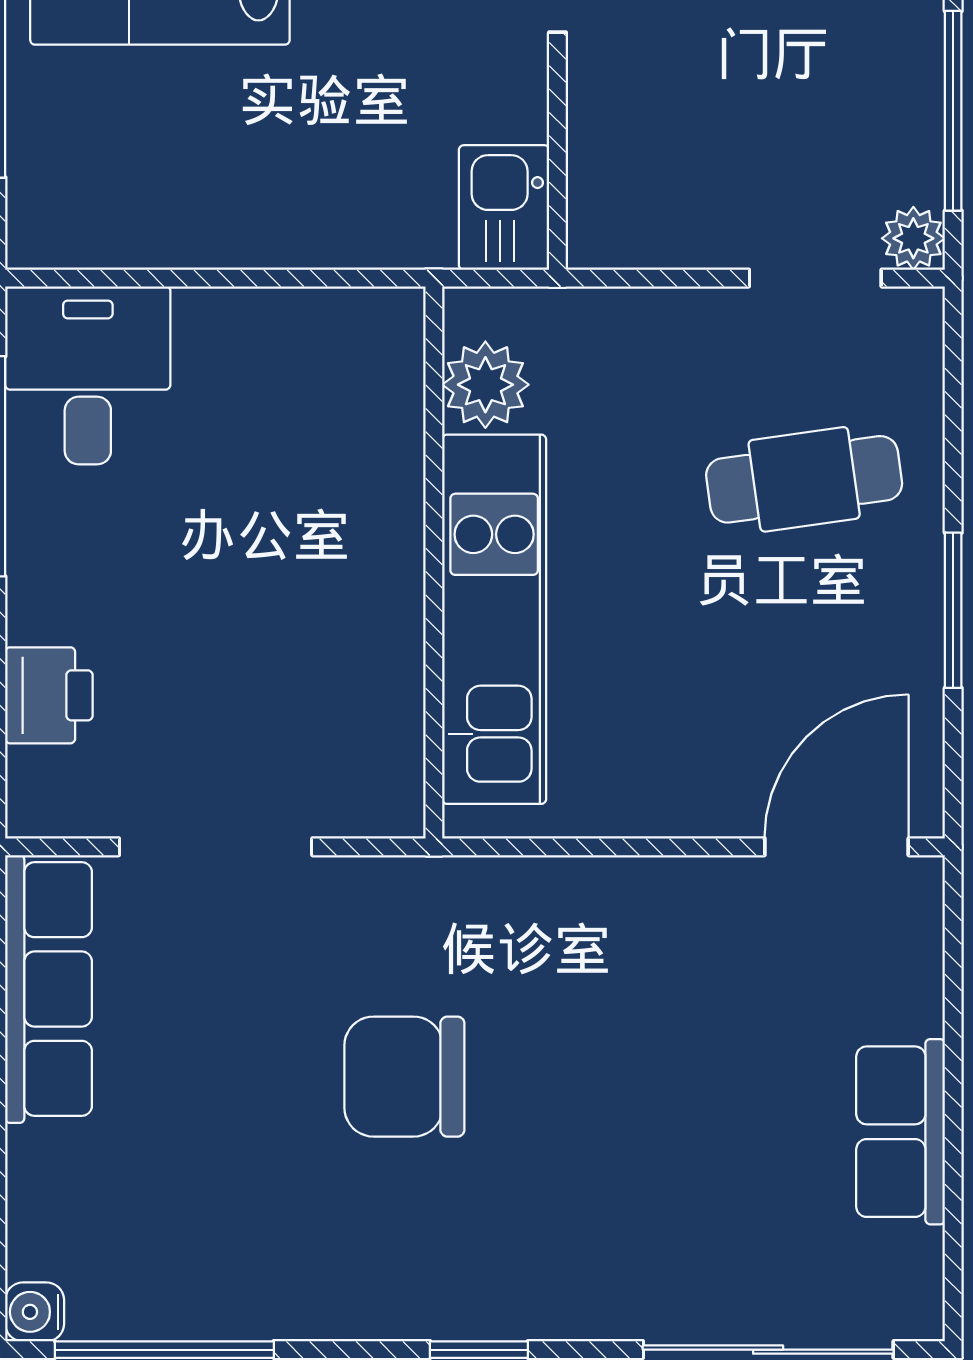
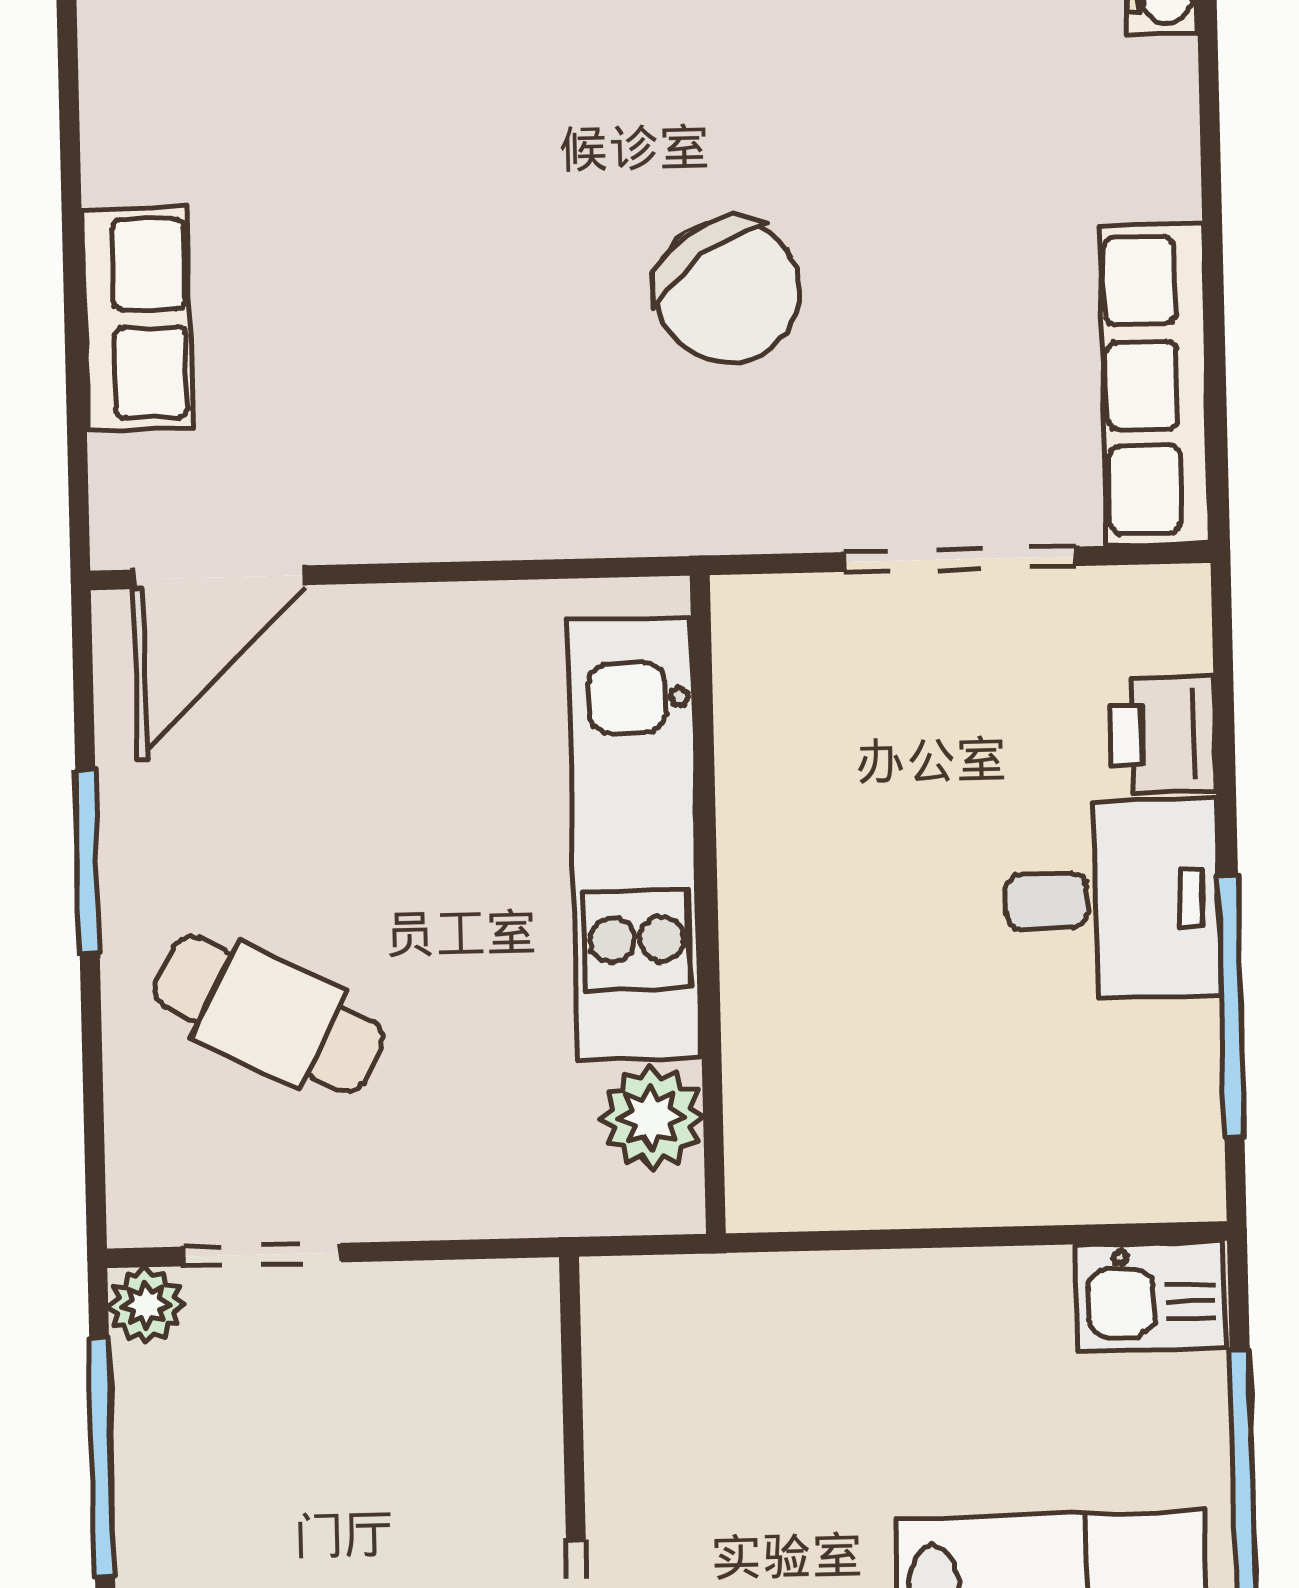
kitchen sink: (504, 208) -> (1151, 1297), moved, turned 90
desk: (88, 375) -> (1113, 900), moved, turned -90
cafe table: (804, 479) -> (269, 1014), turned 35
chair: (404, 1077) -> (728, 291), turned 55
row of seats: (901, 1132) -> (137, 319), moved

